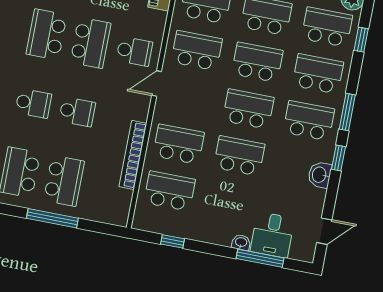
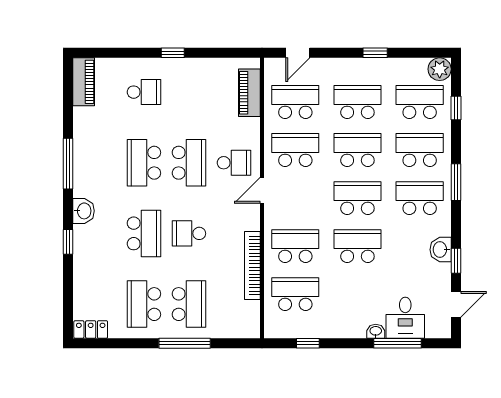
school desk: (33, 103) -> (144, 233), width x1.85
school desk: (77, 112) -> (189, 233), turned 180
window: (338, 158) -> (456, 261), moved

